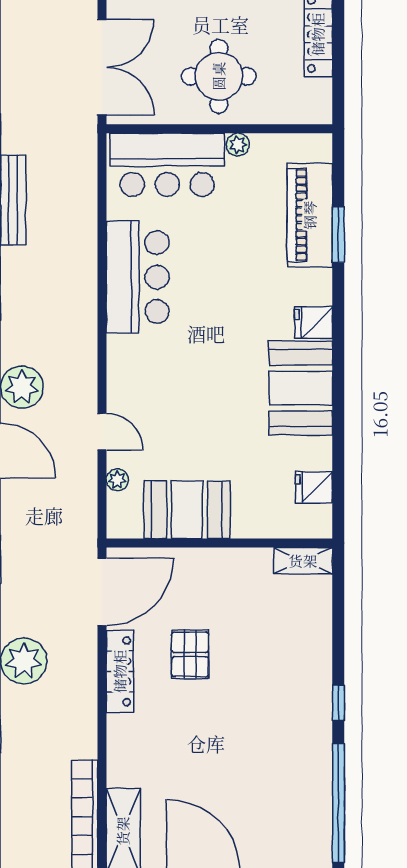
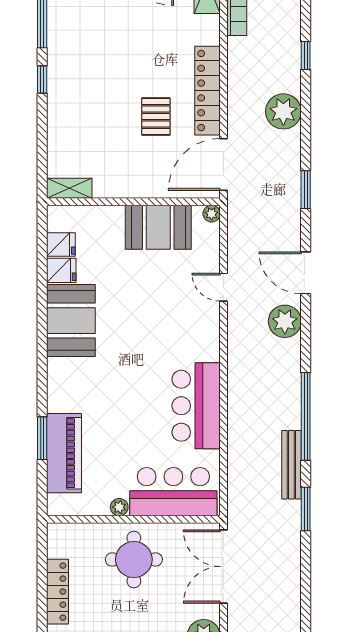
fridge: (313, 323) -> (61, 270), moved
plant: (117, 480) -> (212, 214), moved
locker: (120, 671) -> (207, 91), width x1.41, depth x1.21

